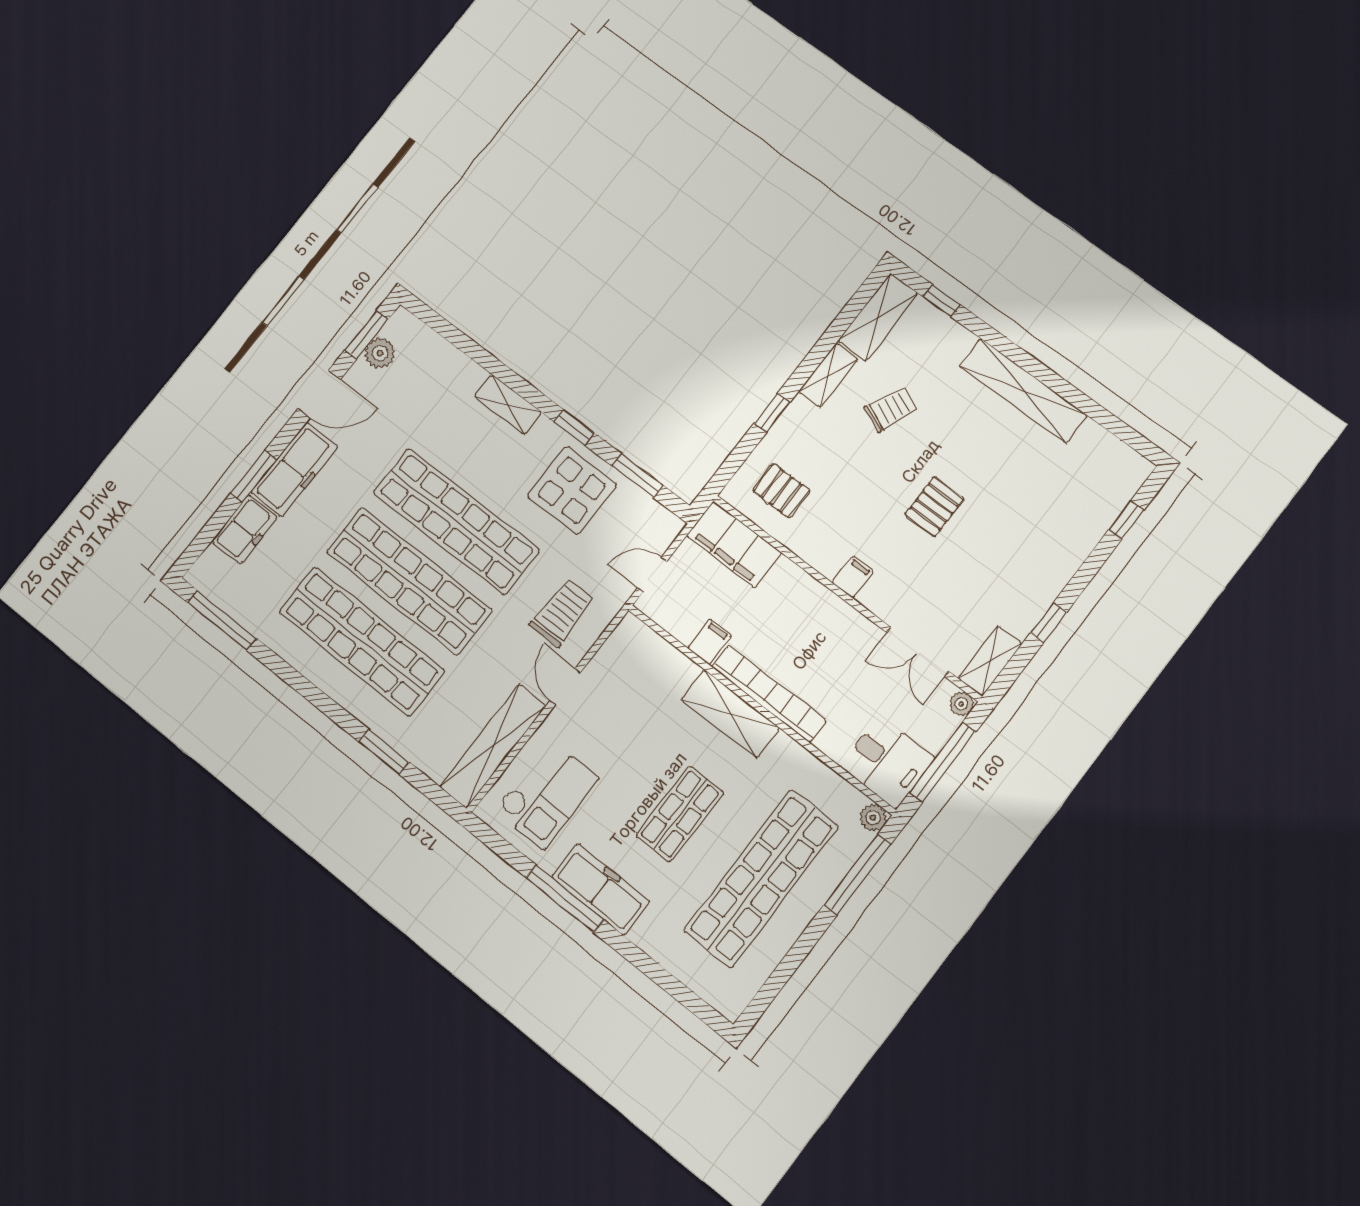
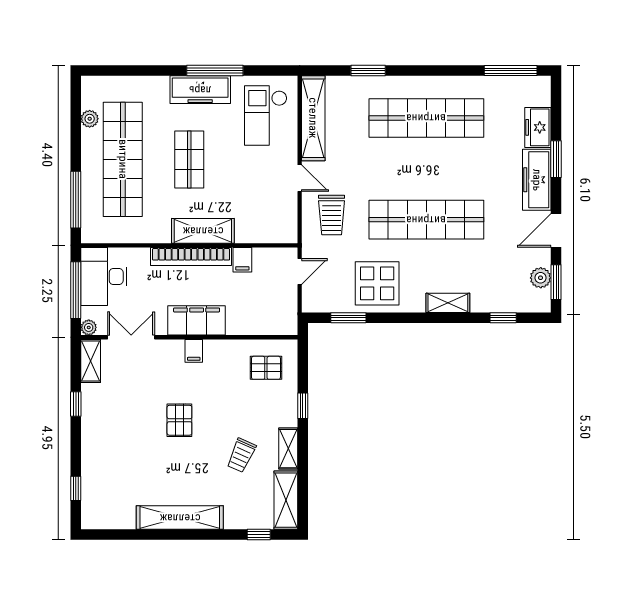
window: (574, 427) -> (503, 318), moved
filing cabinet: (734, 544) -> (197, 320), moved
shop shelf: (409, 581) -> (426, 169), removed
desk: (887, 762) -> (104, 276), width x1.37
plant: (873, 818) -> (90, 119), moved

